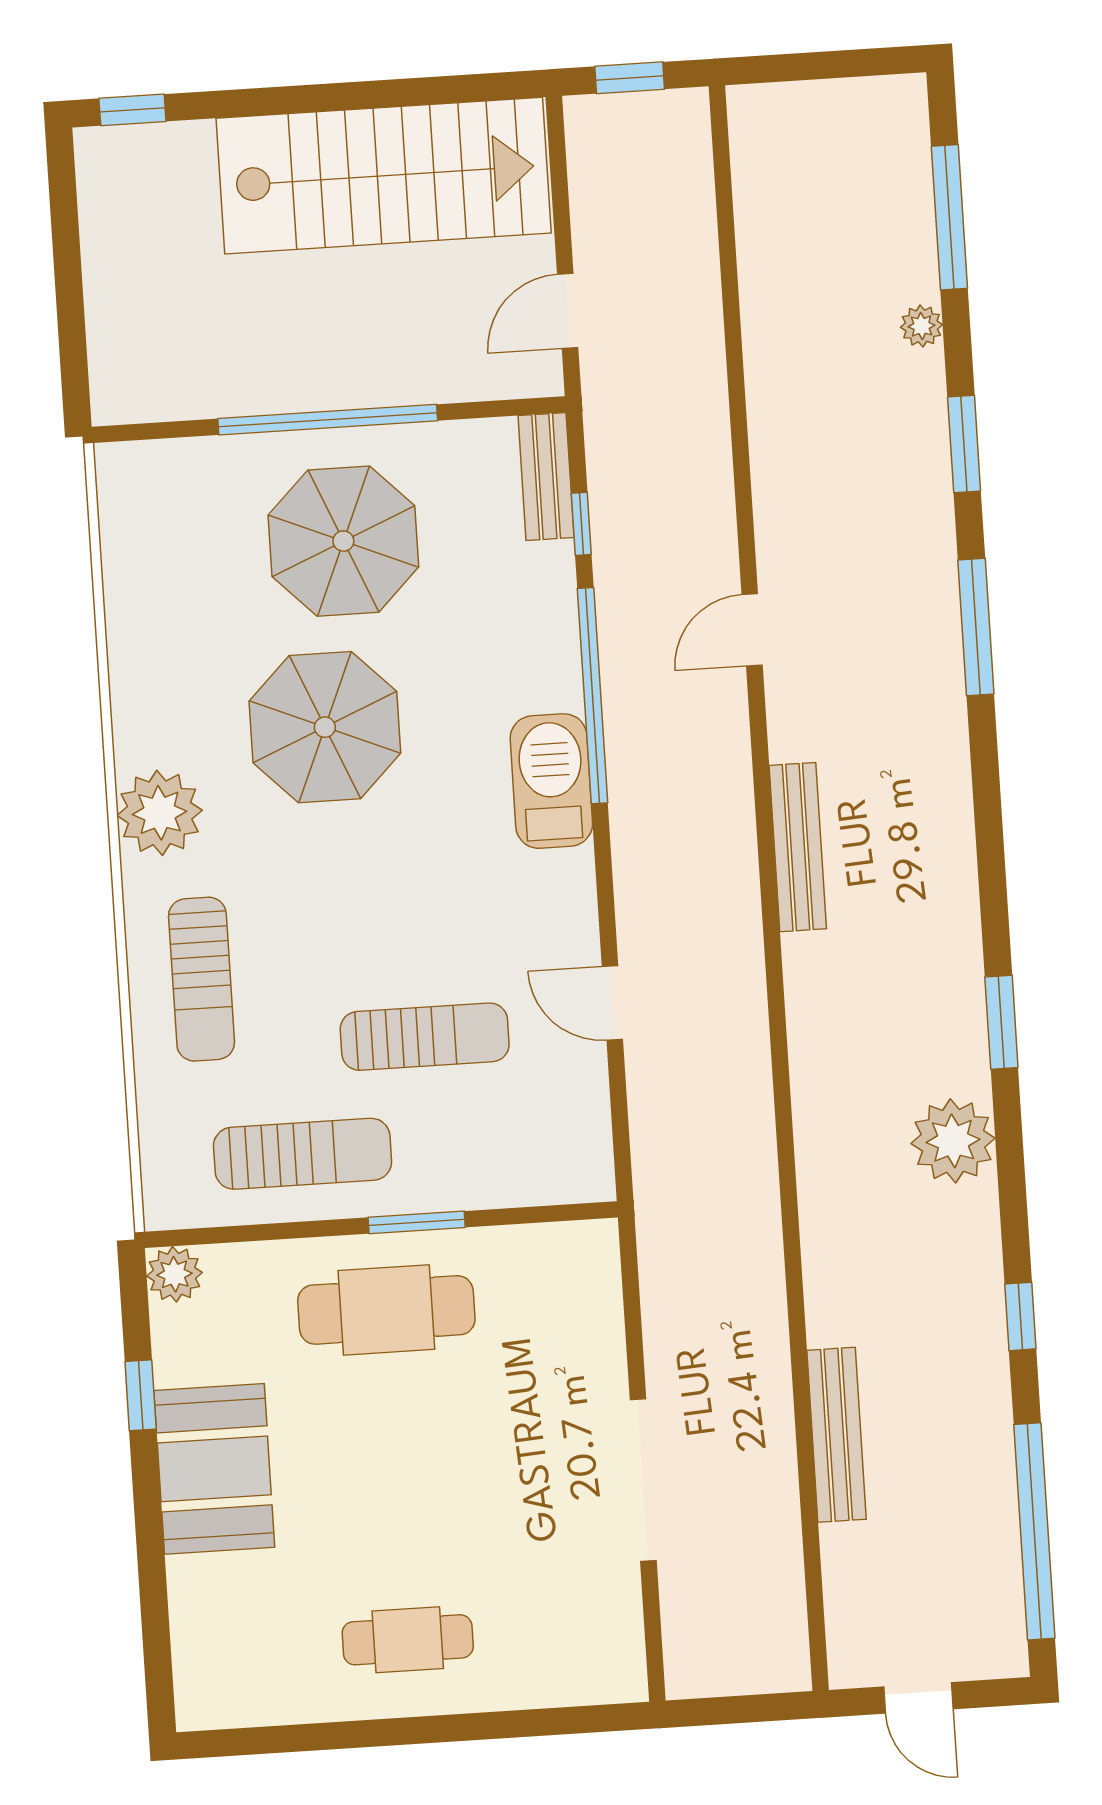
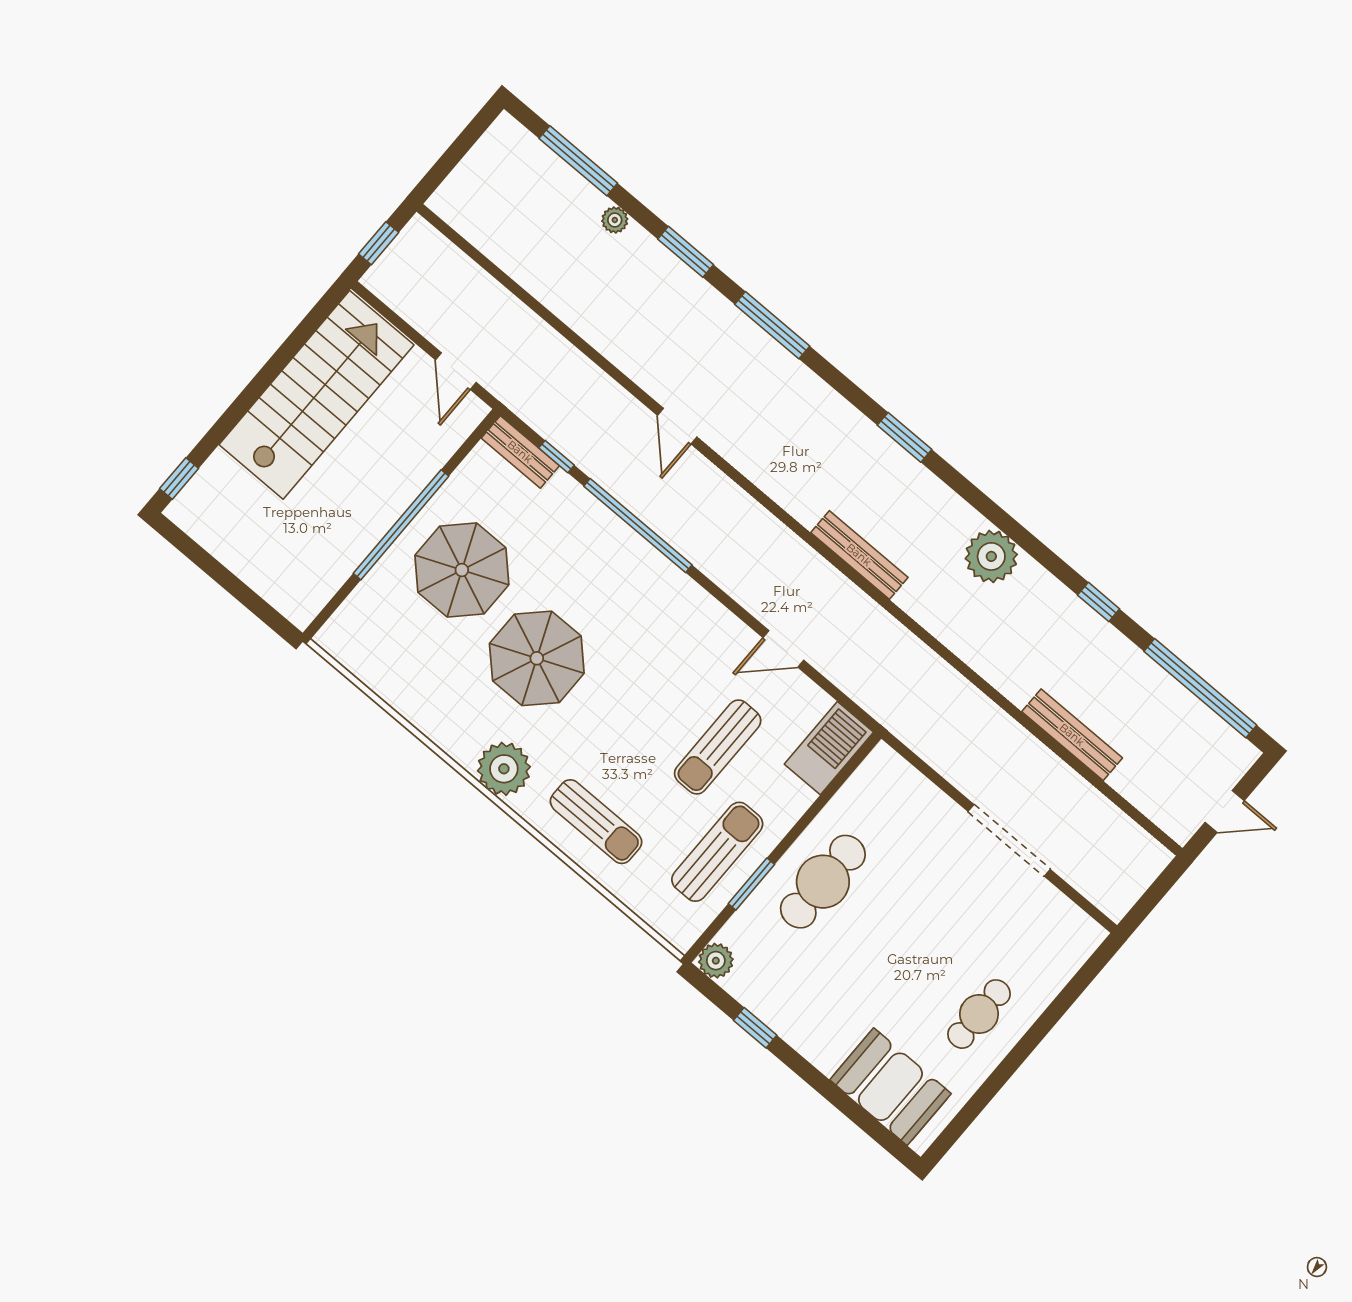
barbecue: (551, 781) -> (829, 748), moved, turned 90
bench: (798, 847) -> (859, 555), moved
window: (1001, 1022) -> (904, 437), moved
sun lounger: (425, 1037) -> (718, 747), turned 180
window: (417, 1222) -> (751, 884), moved
booth: (214, 1469) -> (890, 1087), moved

